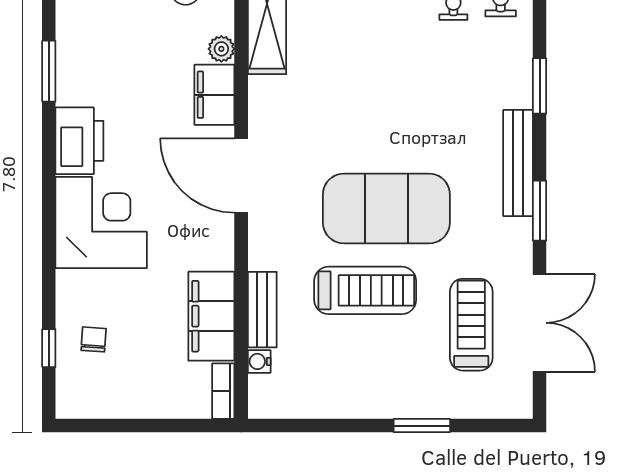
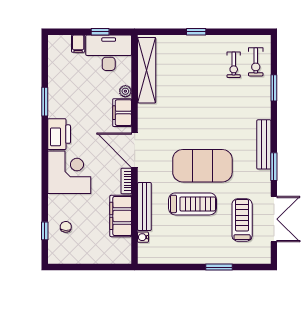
window: (540, 86) -> (274, 88), moved
bench: (262, 310) -> (144, 206), width x1.36
bookcase: (223, 391) -> (126, 181), moved

